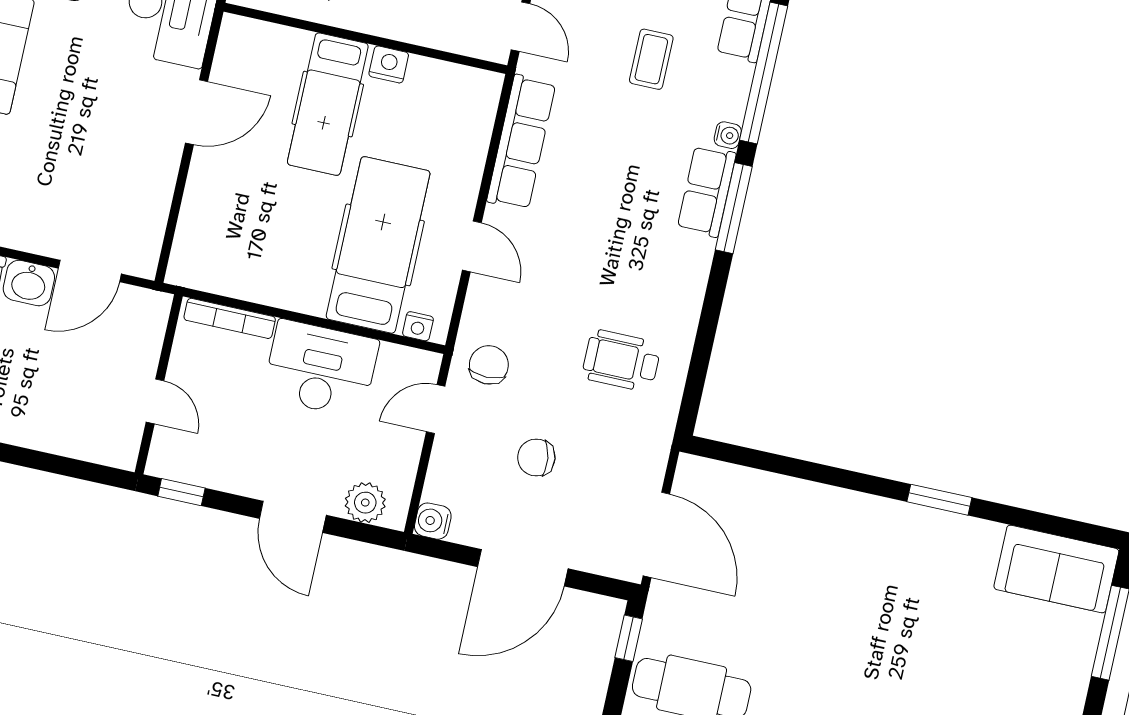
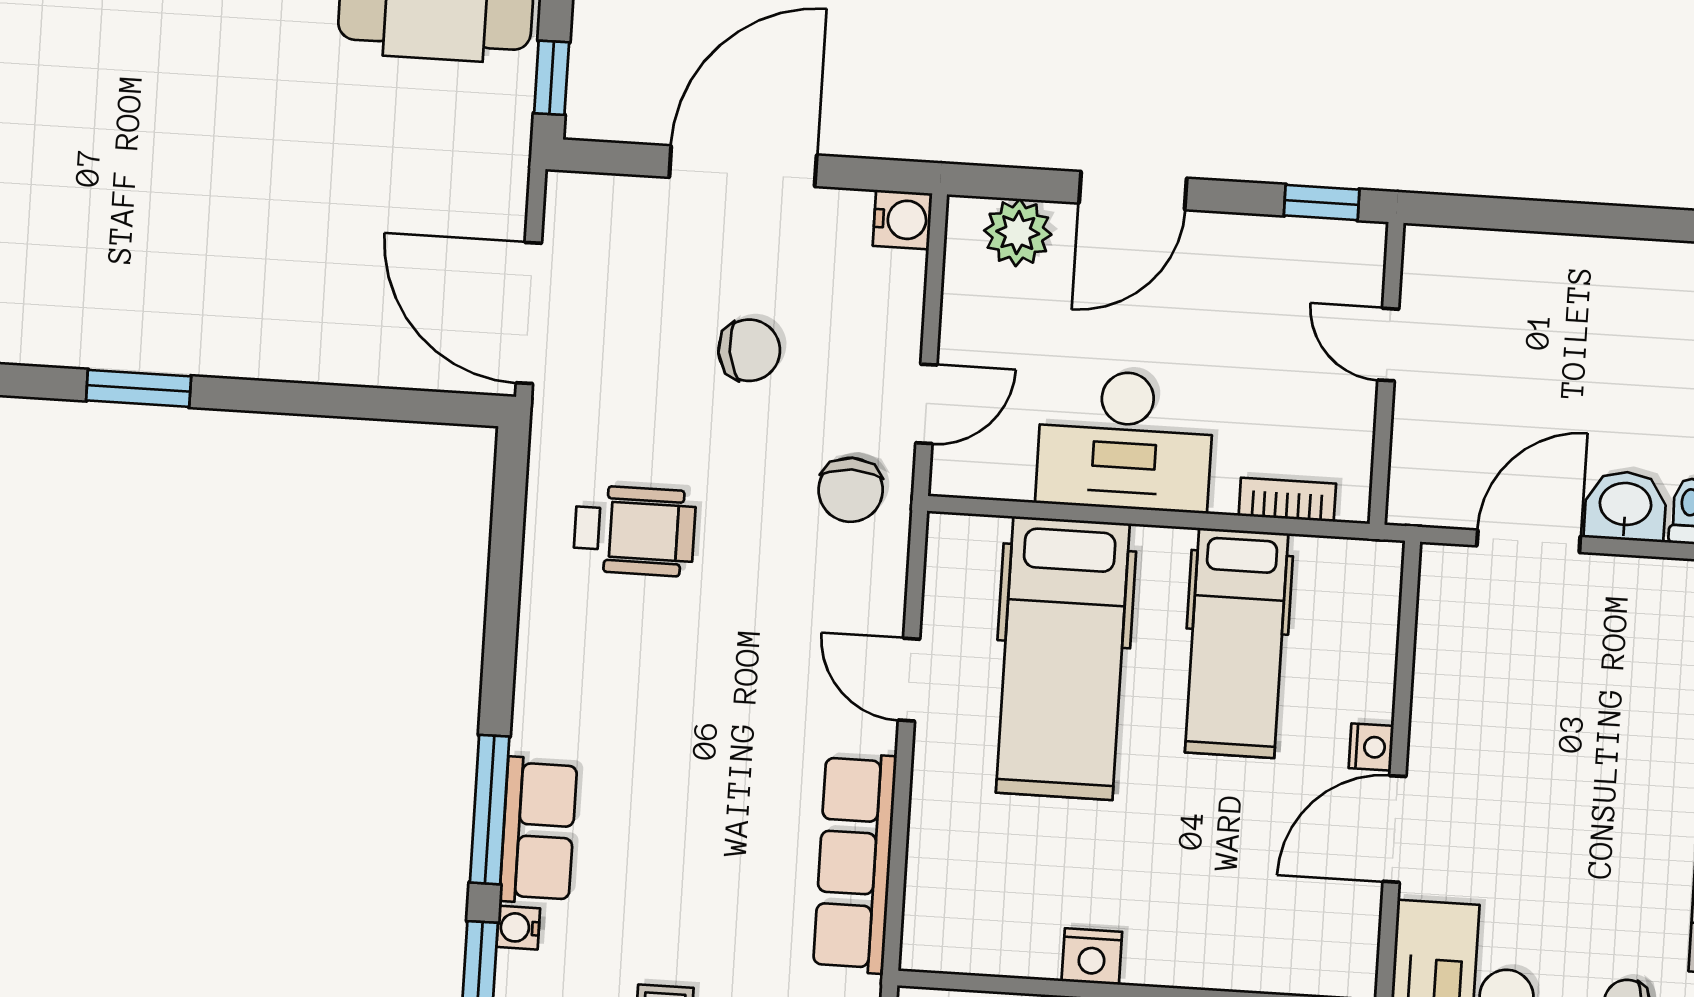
hospital bed: (328, 104) -> (1237, 643), moved, turned 180
bookcase: (230, 318) -> (1287, 500), width x0.64
nightstand: (418, 326) -> (1371, 747), moved, turned 90
window: (939, 500) -> (139, 388), moved
door: (293, 517) -> (1133, 191), swing flipped
door: (656, 535) -> (529, 313), moved

